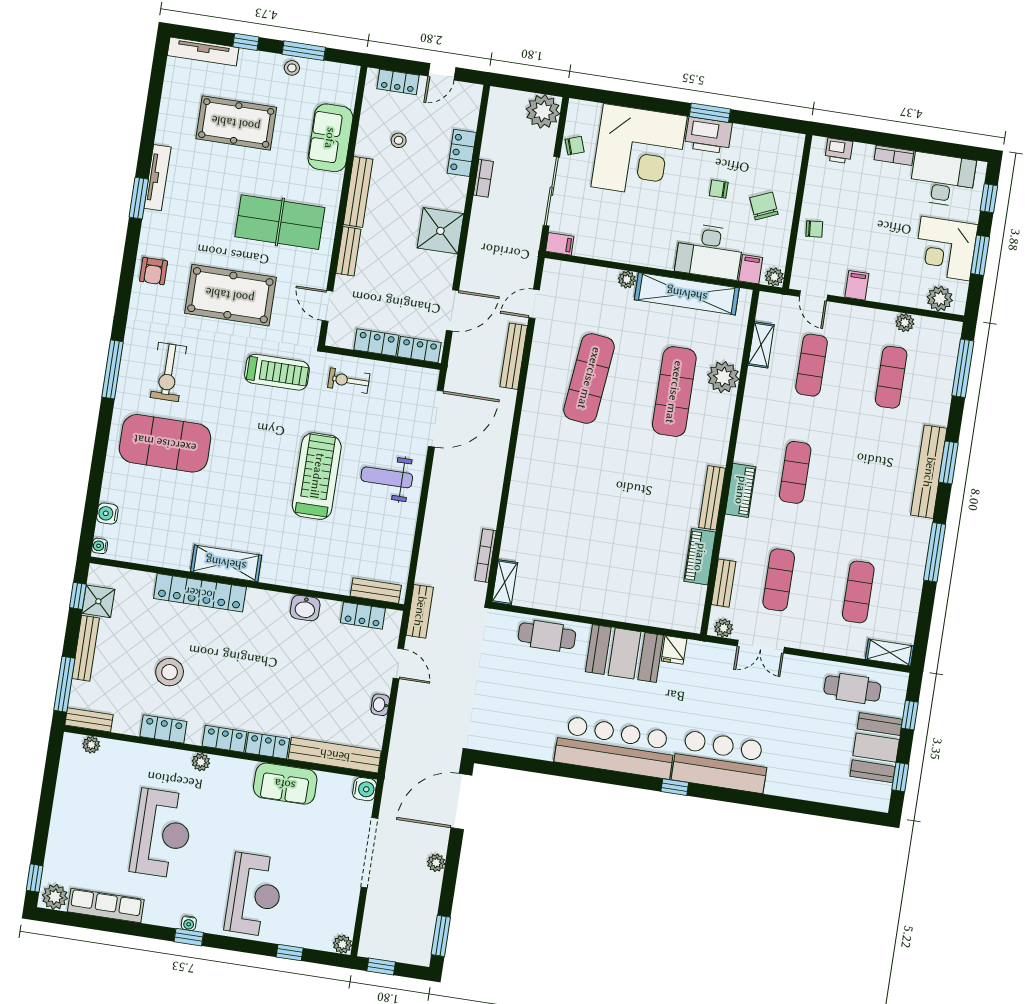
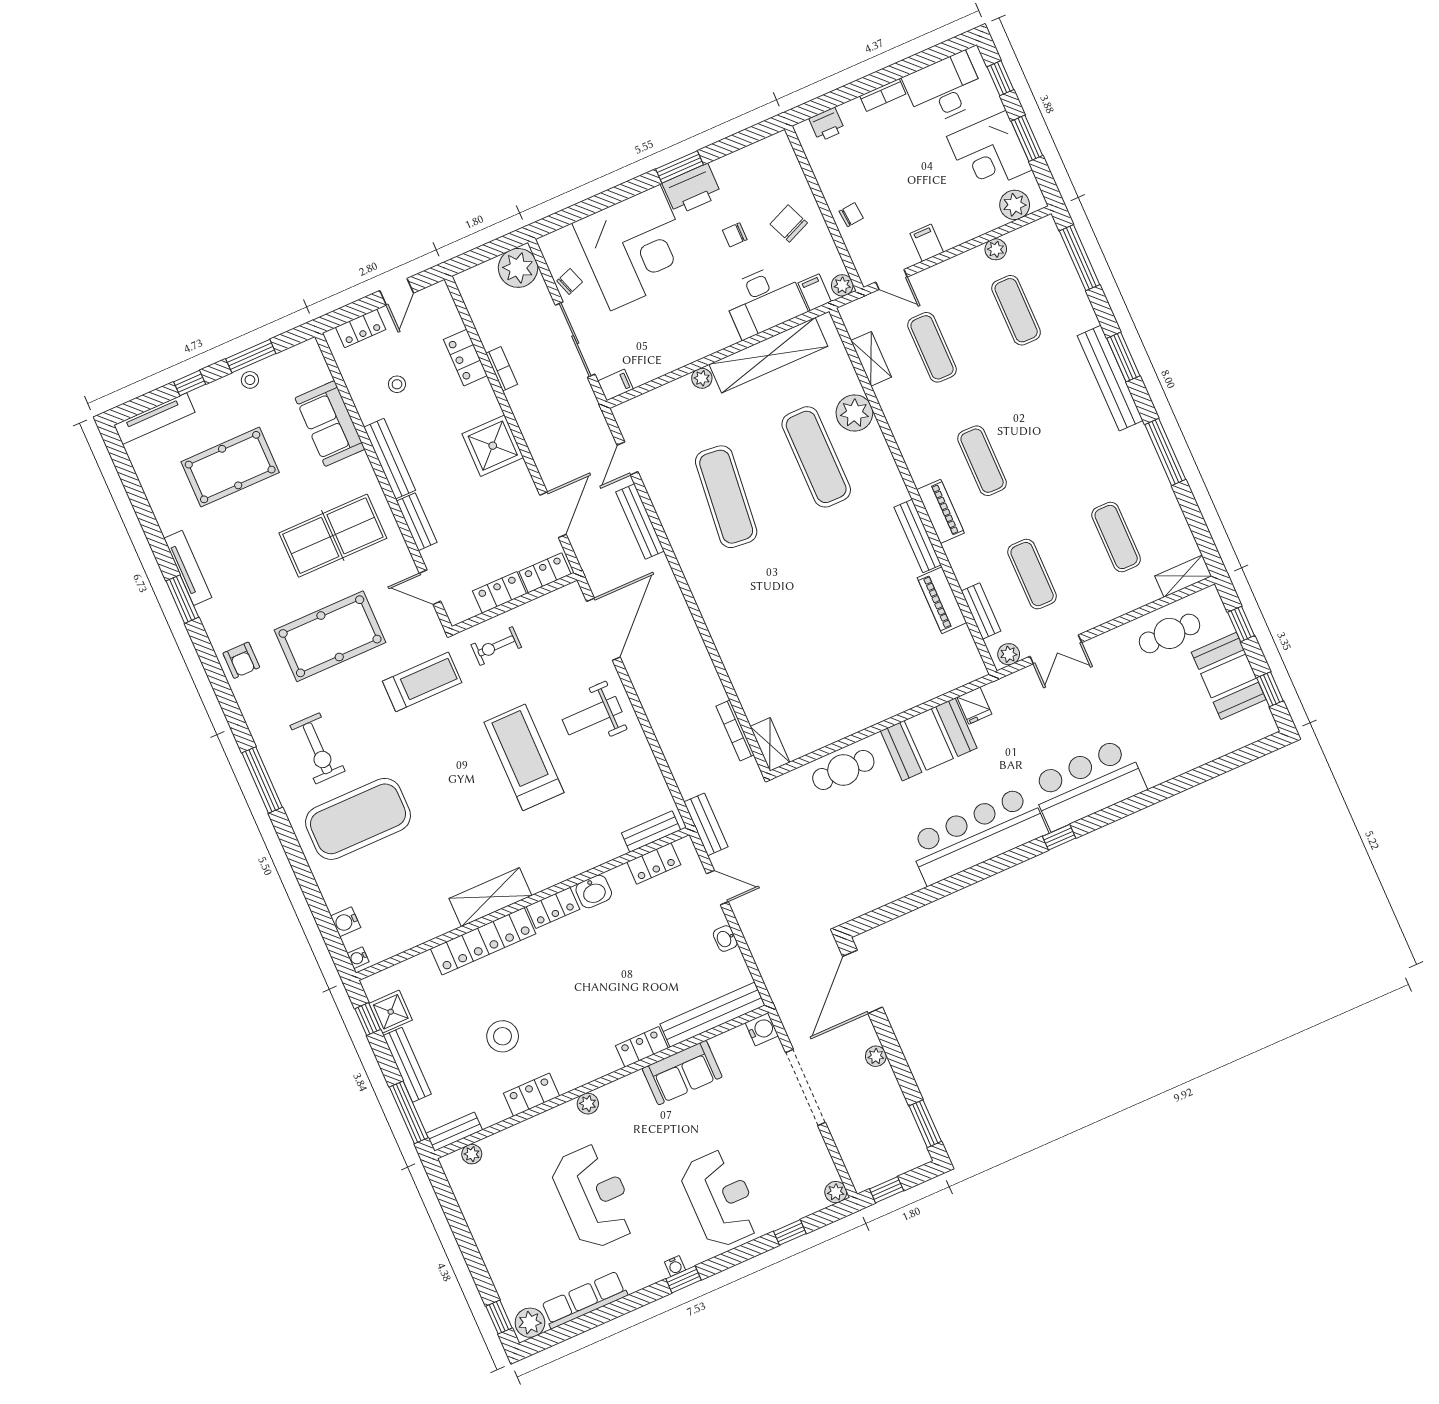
locker: (225, 739) -> (553, 908), moved, turned 180

